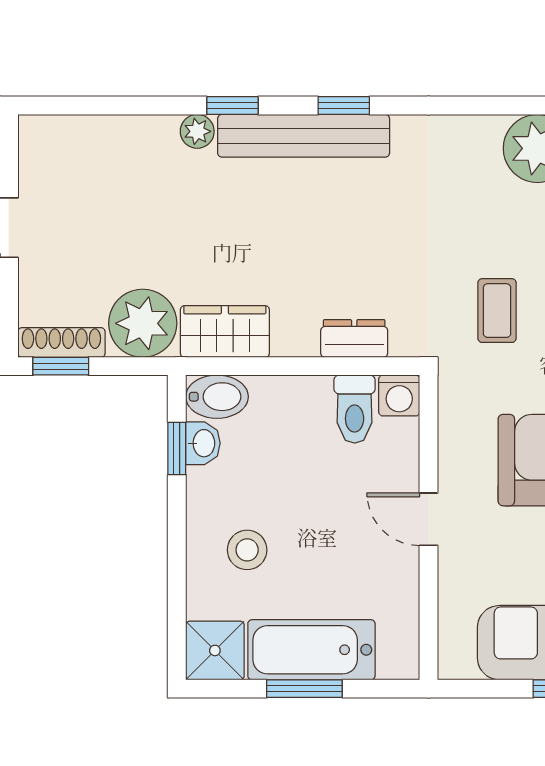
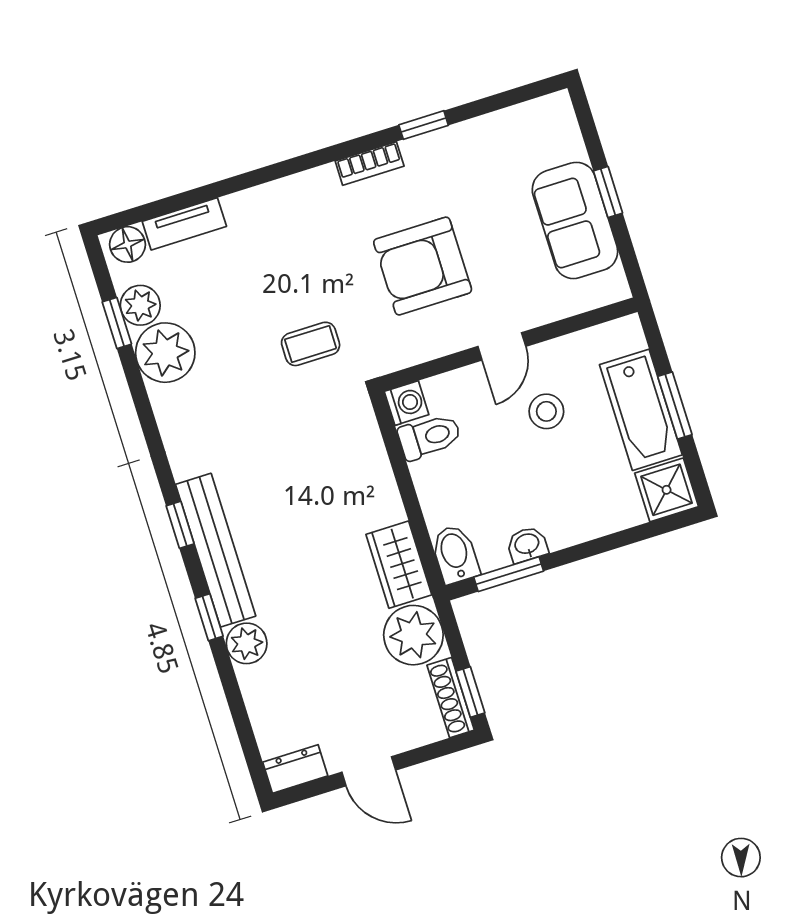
plant: (197, 131) -> (247, 643), width x1.38, depth x1.38
dresser: (354, 339) -> (295, 769), moved, turned 90
washbasin: (203, 443) -> (527, 545), moved
window: (177, 449) -> (509, 574), width x1.50
stool: (247, 550) -> (546, 411), moved

